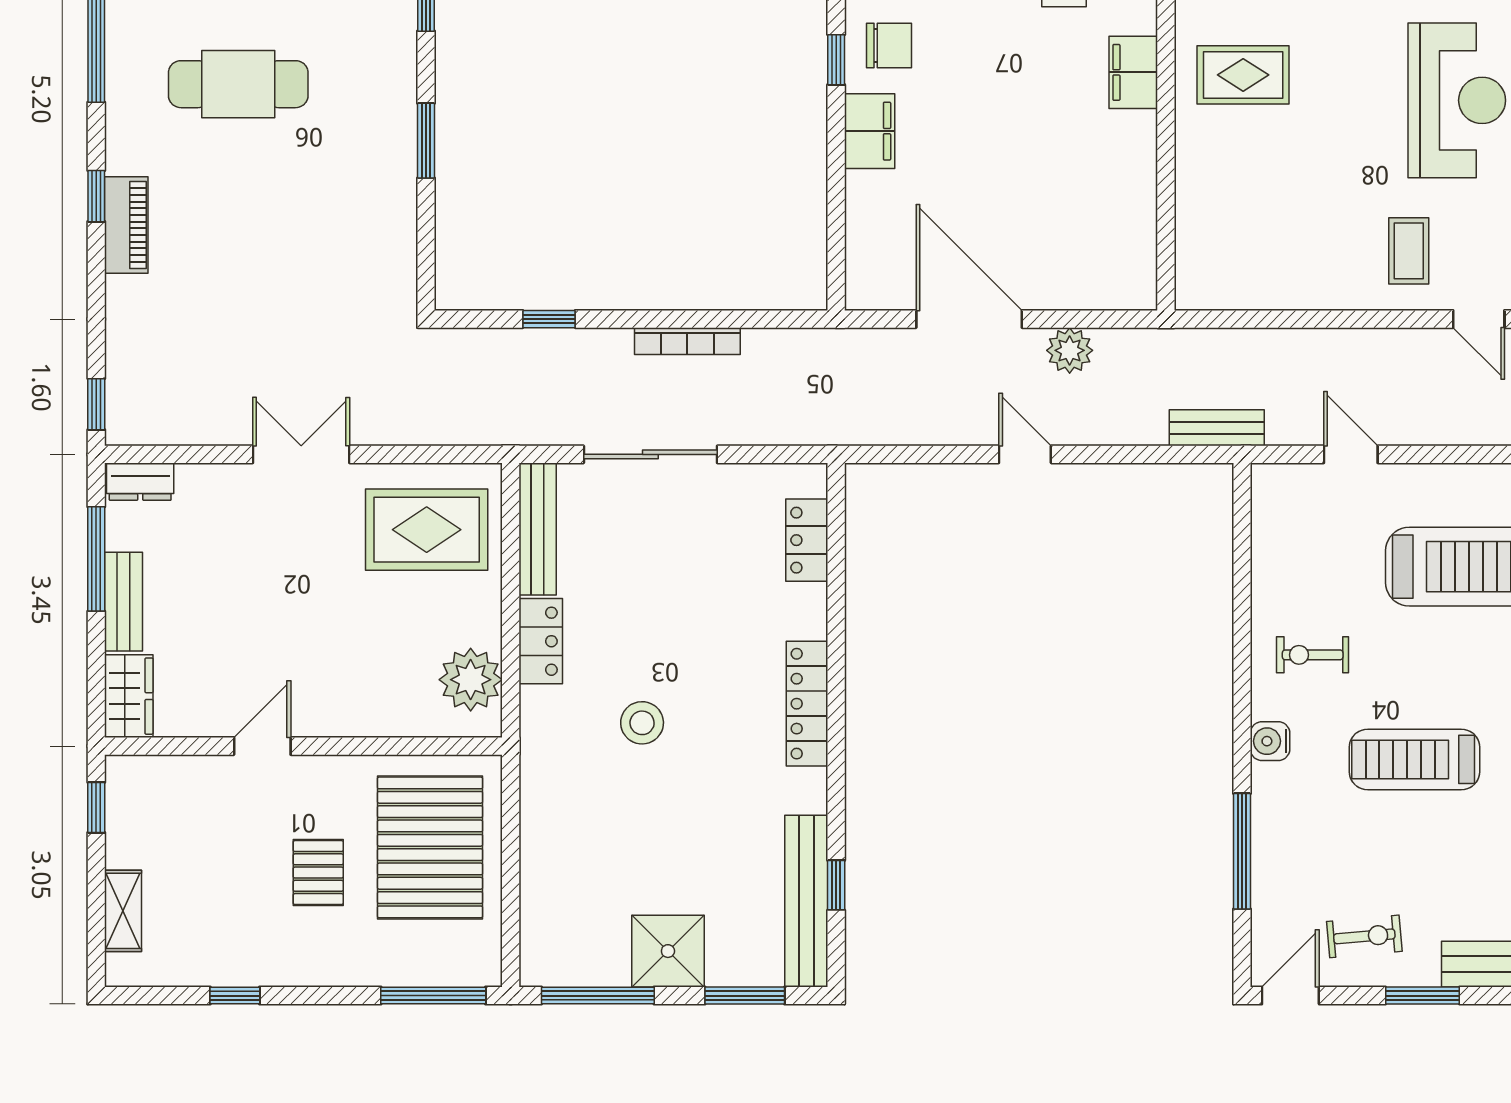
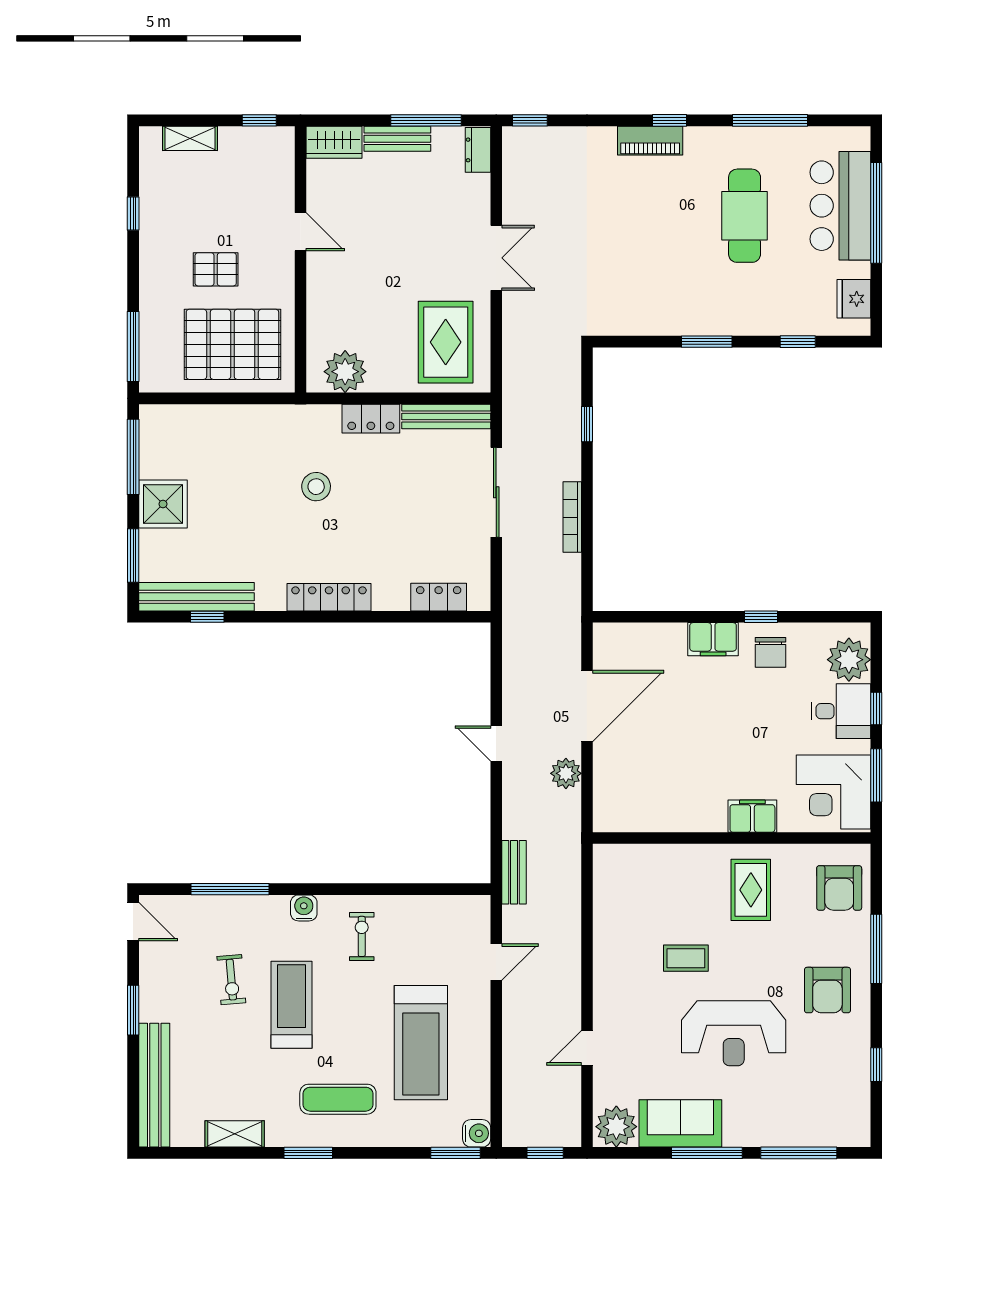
coffee table: (1409, 251) -> (686, 958), moved
door: (1025, 454) -> (496, 743), swing flipped
exercise bike: (1364, 936) -> (231, 980), moved

